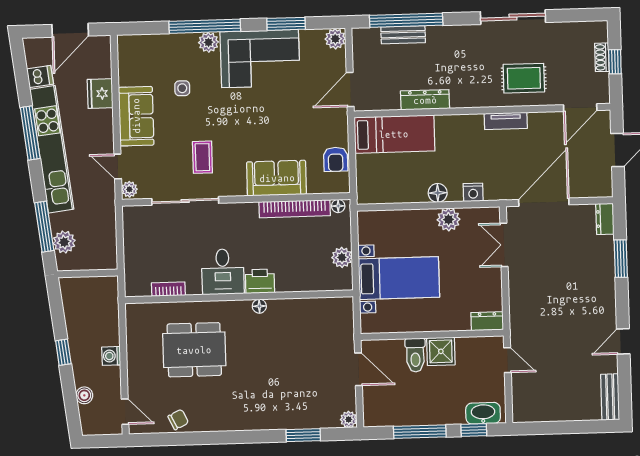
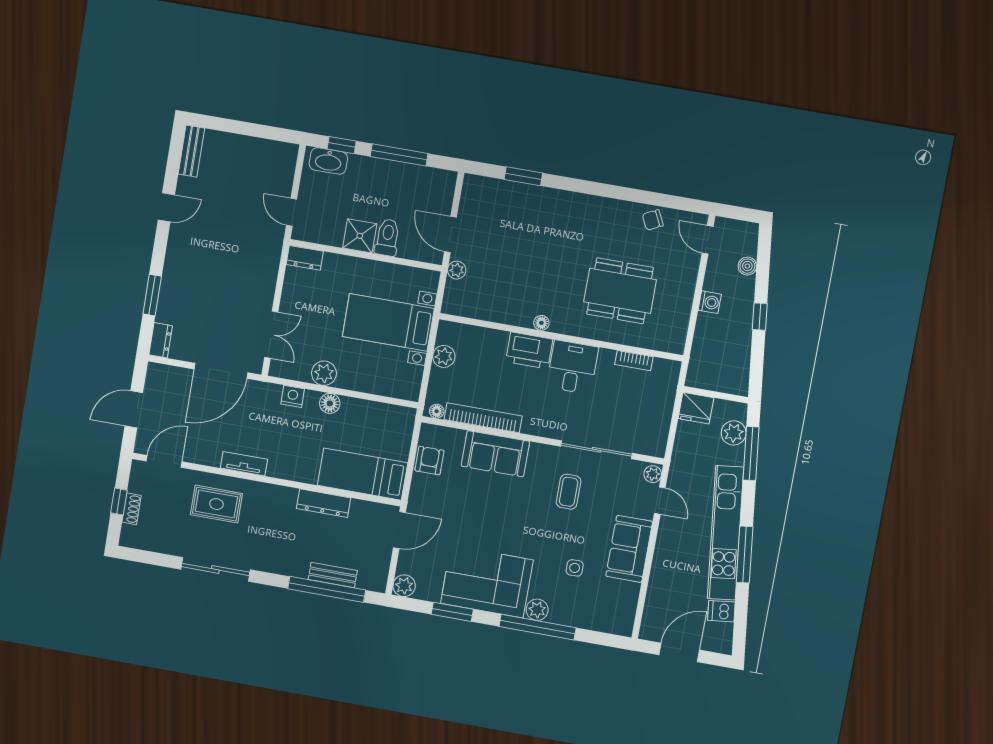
fridge: (100, 94) -> (696, 408), moved, turned 90
printer: (260, 281) -> (529, 350), width x1.37, depth x1.19
plant: (349, 419) -> (457, 270), moved

